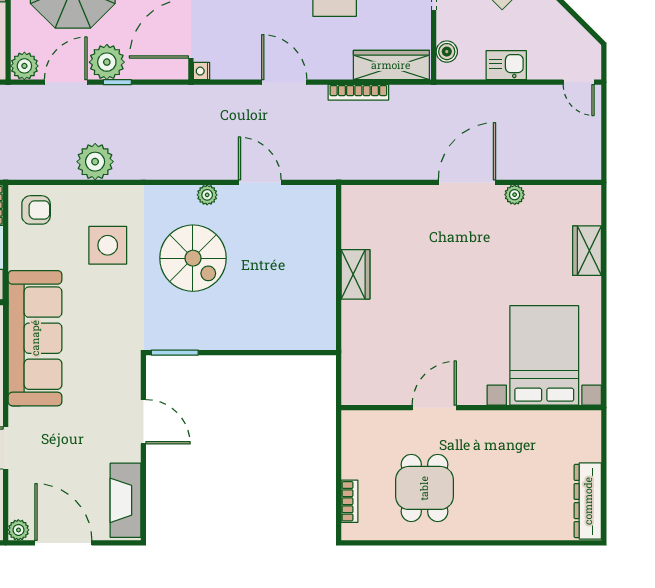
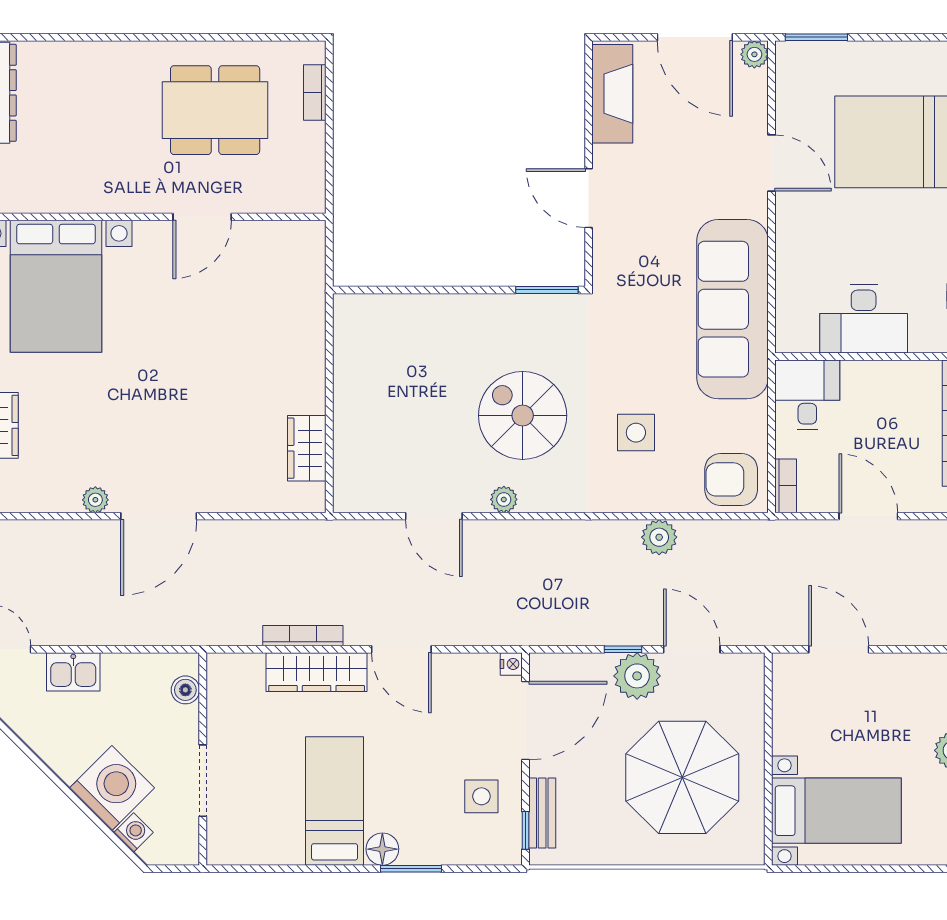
wardrobe: (391, 65) -> (317, 672), moved
kitchen sink: (506, 65) -> (73, 672), moved
plant: (24, 66) -> (747, 671), removed
door: (66, 82) -> (692, 649), swing flipped
plant: (95, 162) -> (659, 537), width x0.73, depth x0.73
armchair: (36, 210) -> (731, 479), width x1.38, depth x1.38
side table: (108, 245) -> (636, 433), width x0.73, depth x0.73
wardrobe: (355, 274) -> (307, 448), moved
dining table: (424, 488) -> (215, 110), width x1.38

